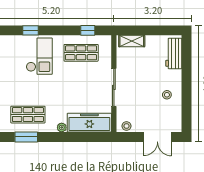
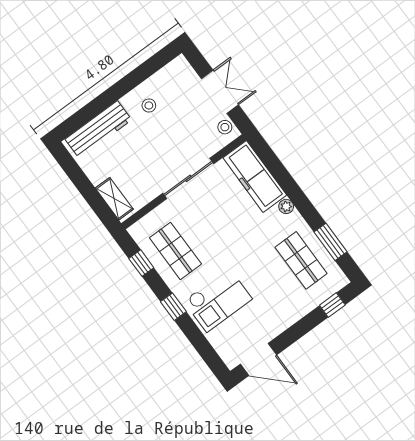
window: (30, 30) -> (173, 307), moved
workbench: (174, 53) -> (98, 130), width x1.37
checkout: (39, 56) -> (218, 300), turned 180
double door: (157, 137) -> (220, 92), moved

